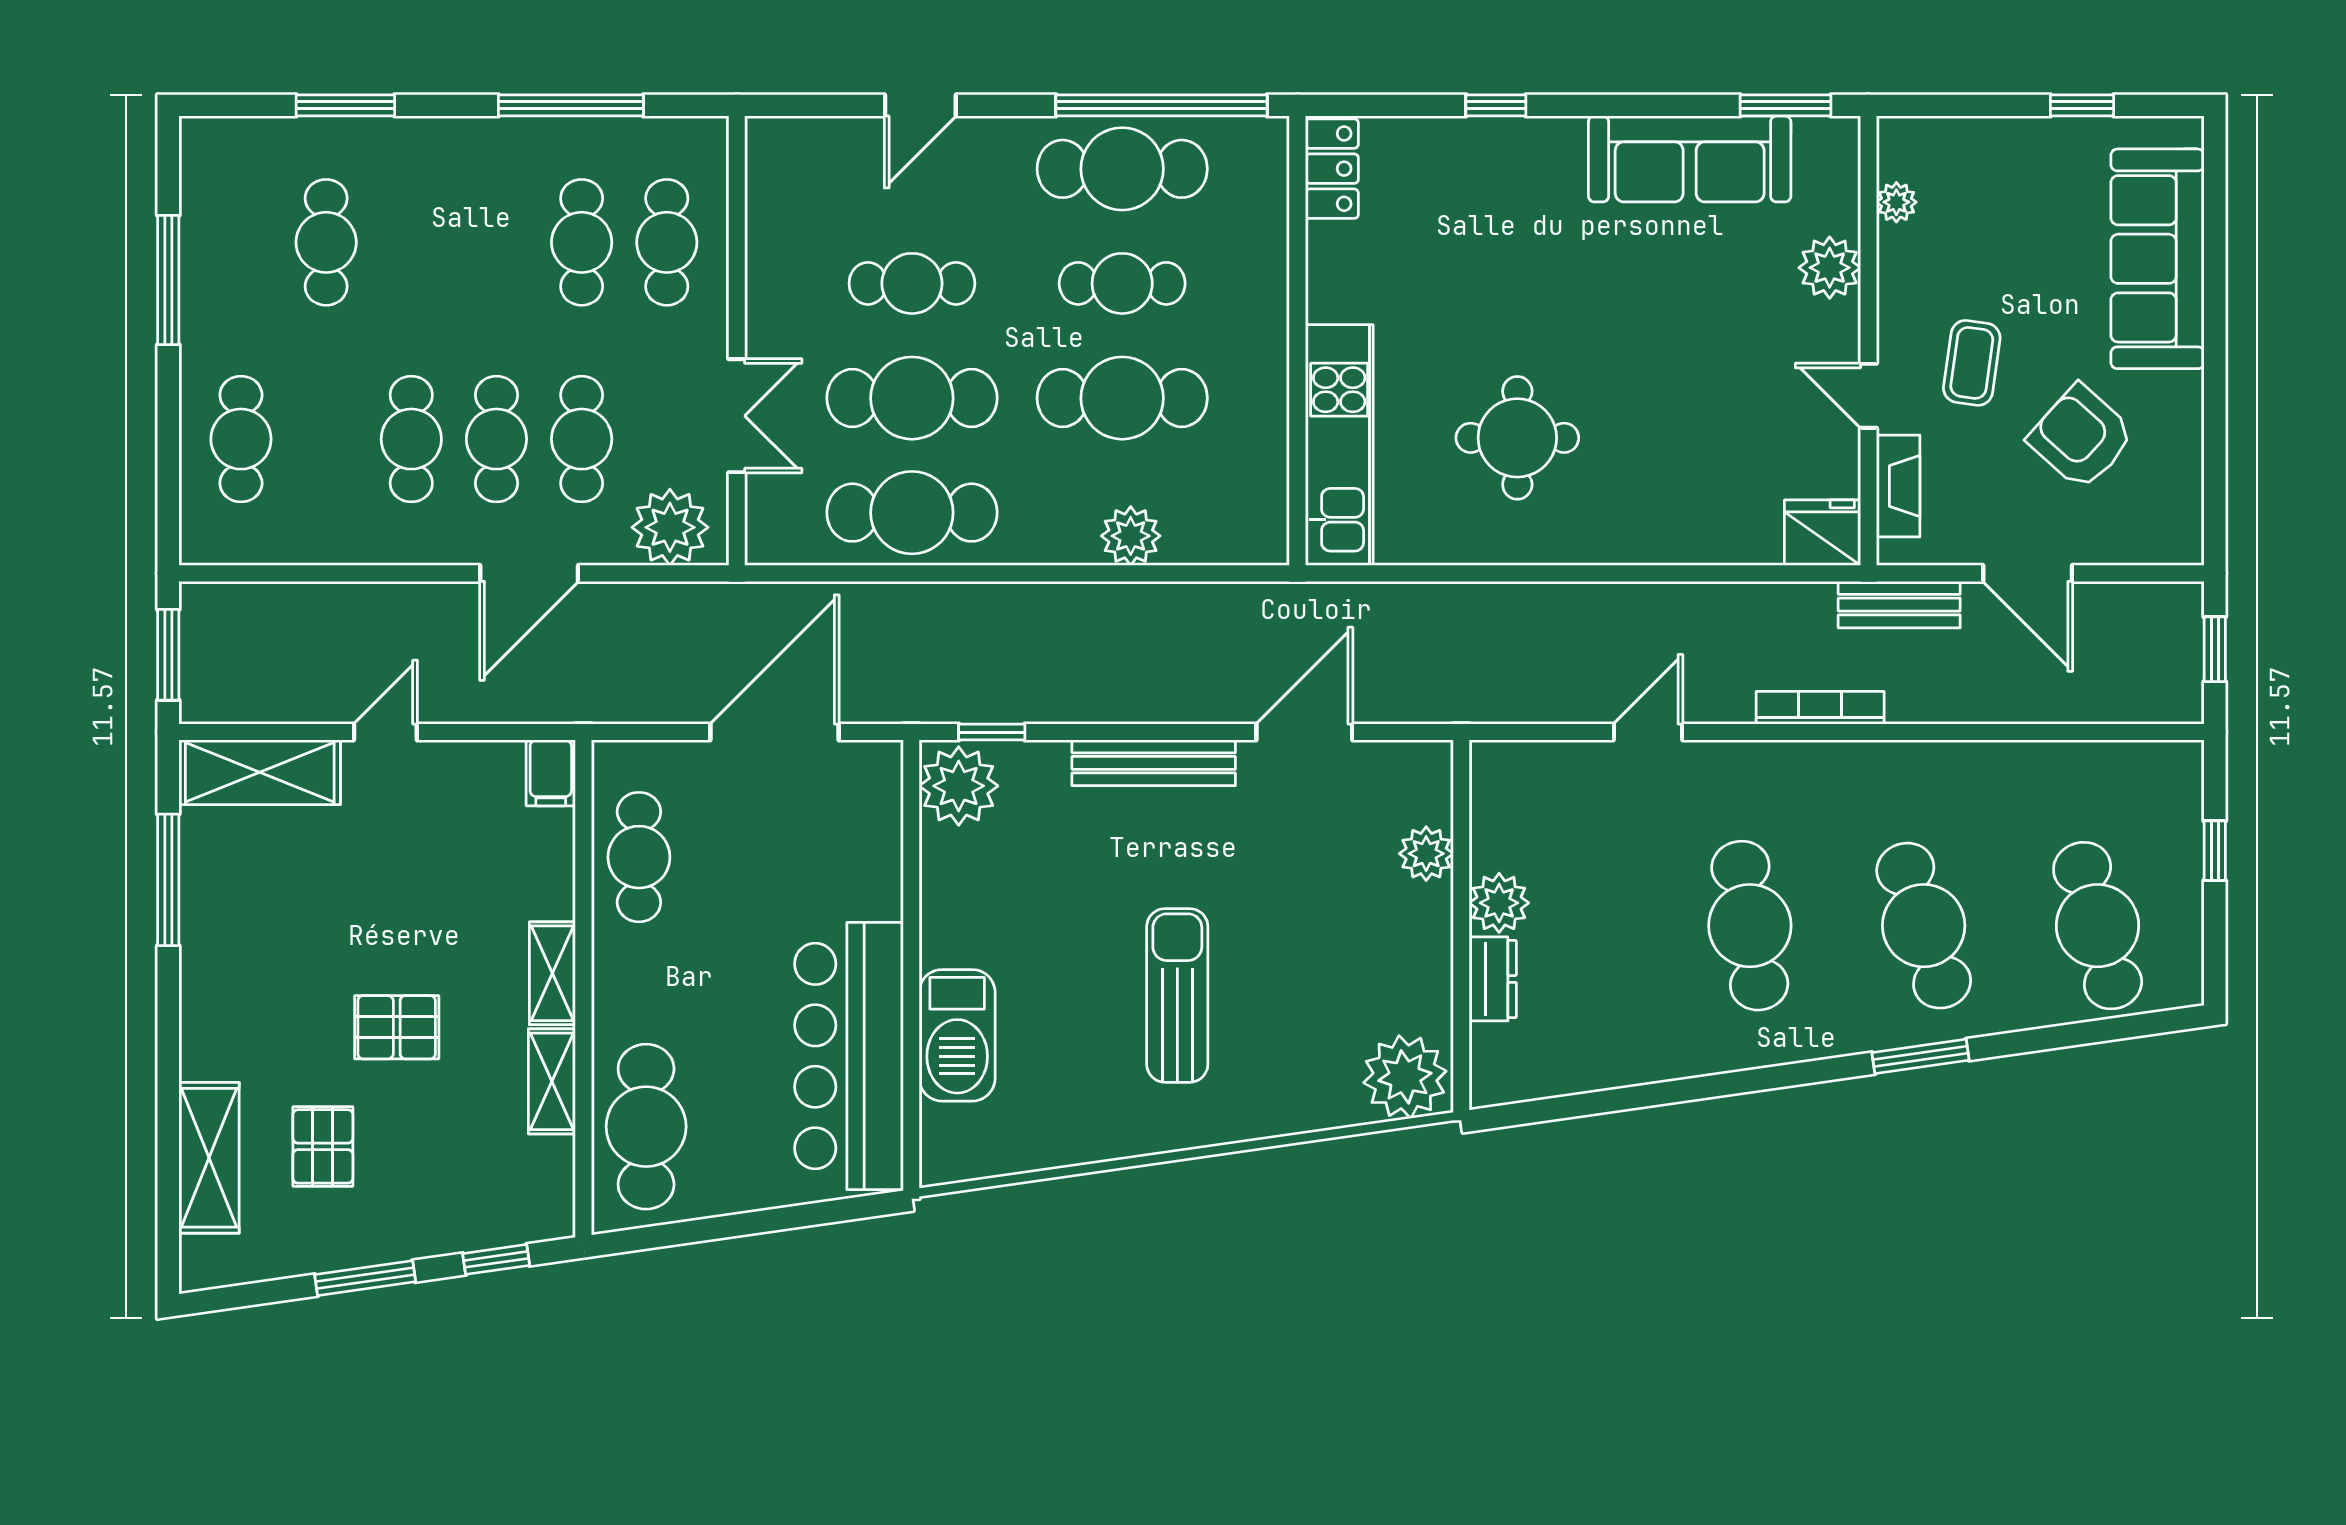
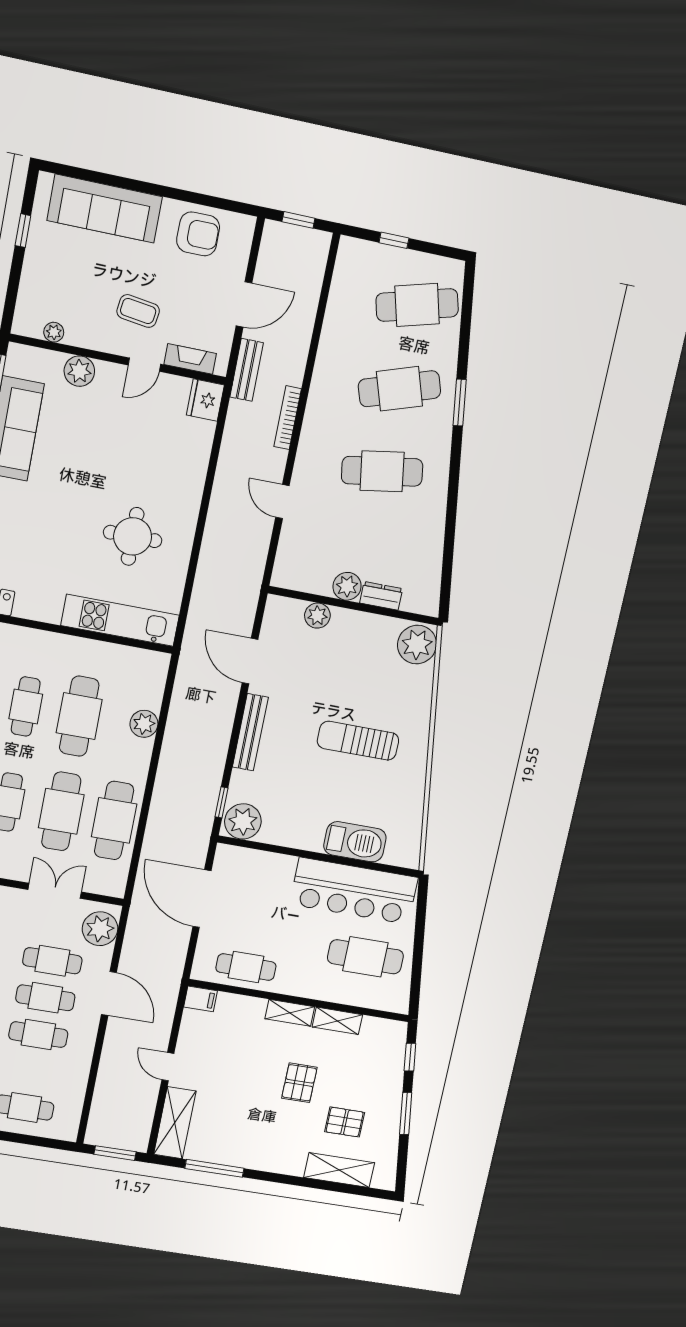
armchair: (2081, 437) -> (198, 234), moved, turned -132
cafe table: (646, 1127) -> (365, 957), moved

